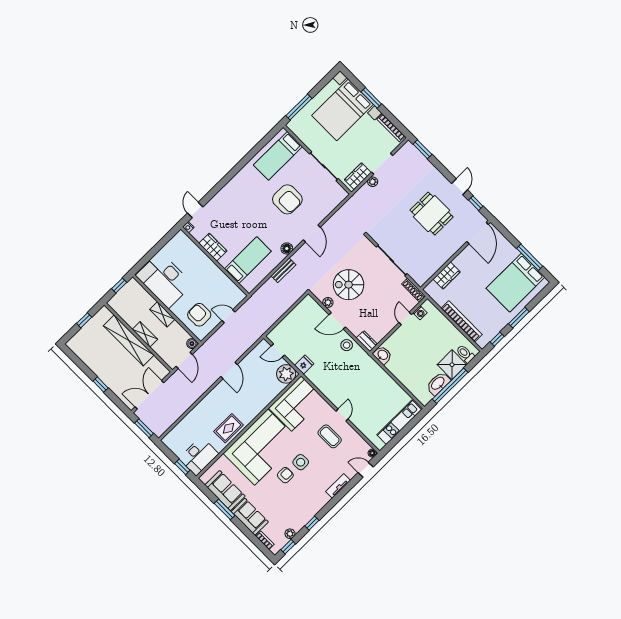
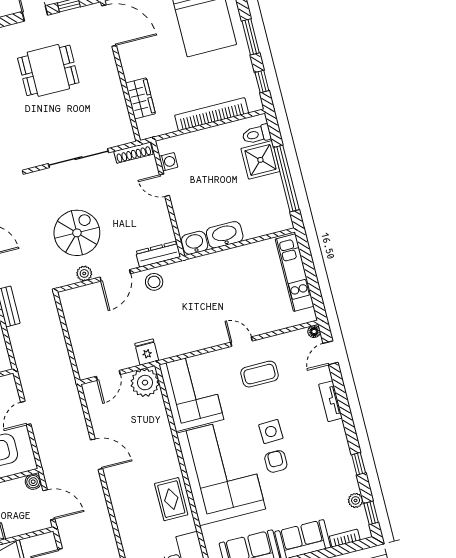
spiral stairs: (349, 285) -> (77, 233), turned 180
dresser: (367, 341) -> (158, 254), width x1.44
washbasin: (438, 384) -> (225, 235), moved, turned 90

